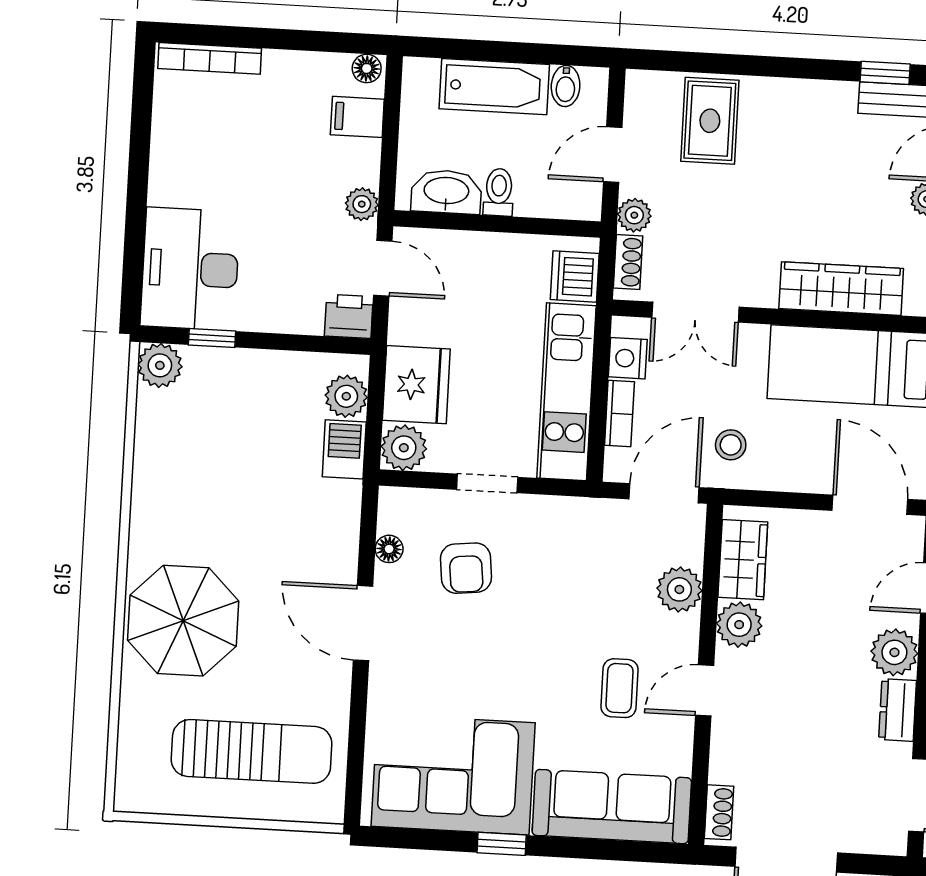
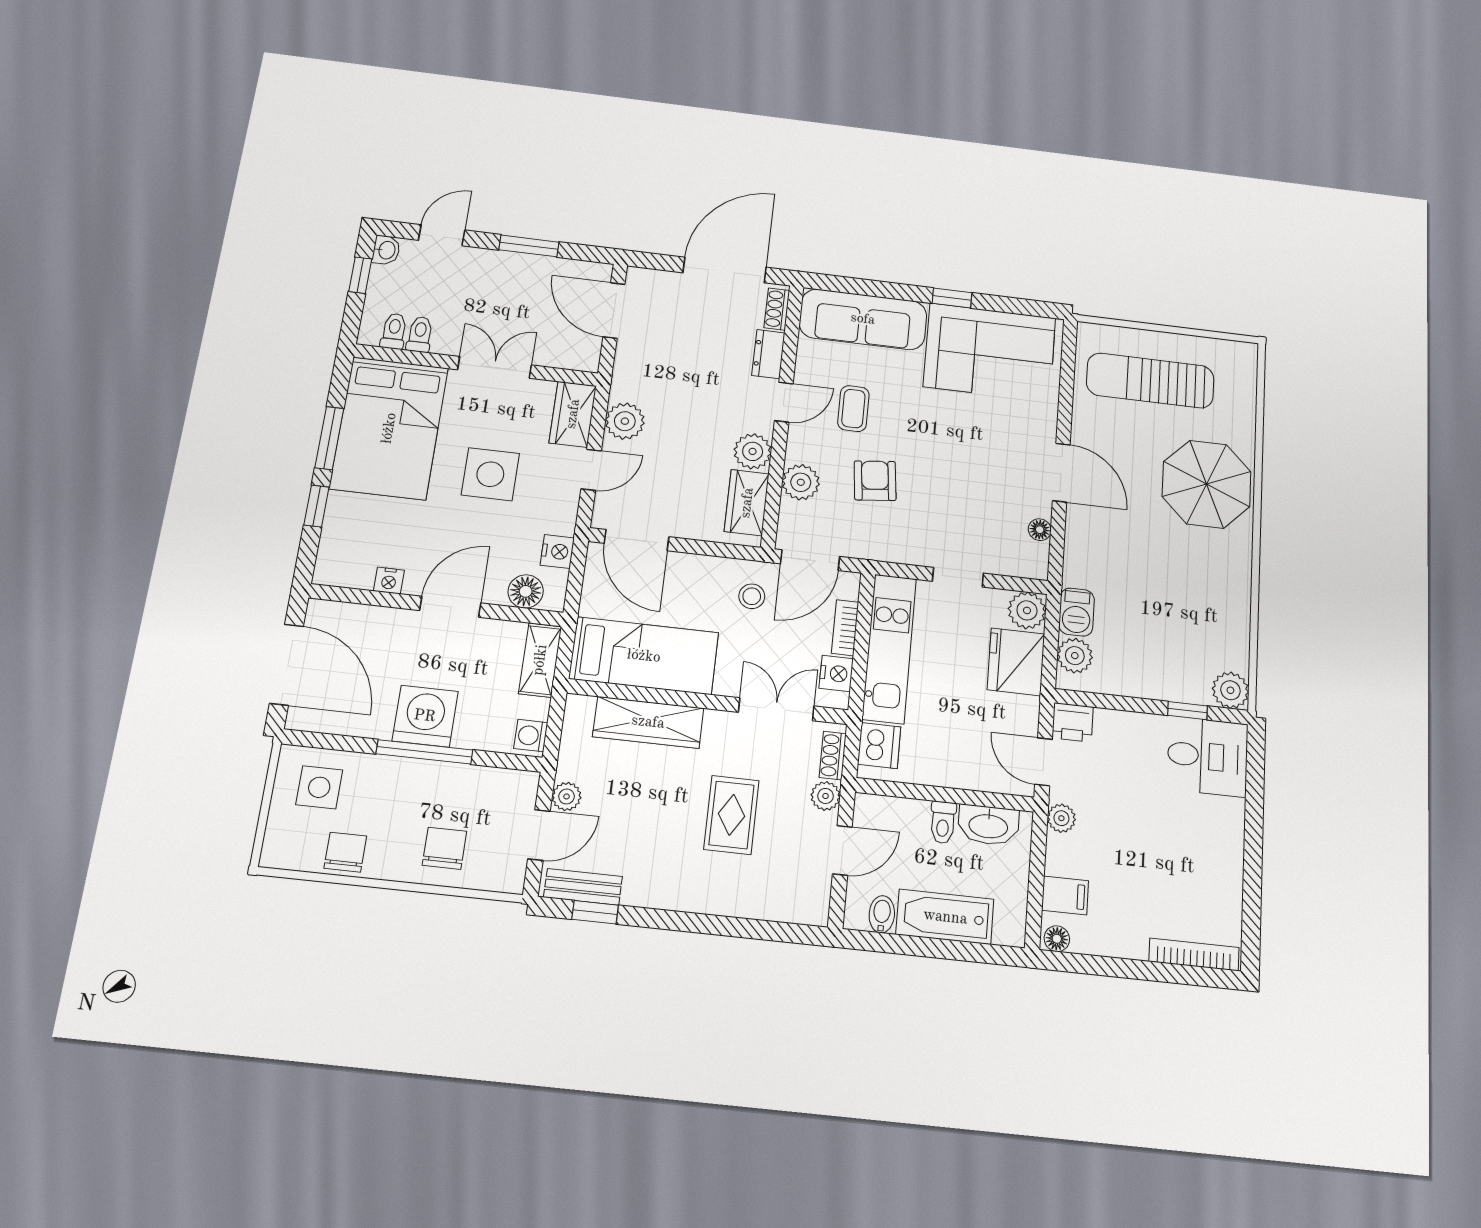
rug: (710, 121) -> (731, 815), moved
desk: (190, 269) -> (1208, 756), width x0.73
armchair: (466, 568) -> (875, 481), moved
dresser: (898, 710) -> (768, 354), moved, turned 180

